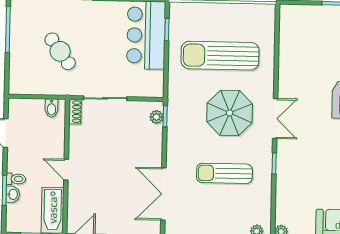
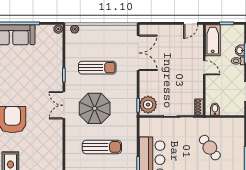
sun lounger: (220, 56) -> (102, 147), width x0.73, depth x0.75
plant: (156, 117) -> (148, 105), width x1.88, depth x1.88

